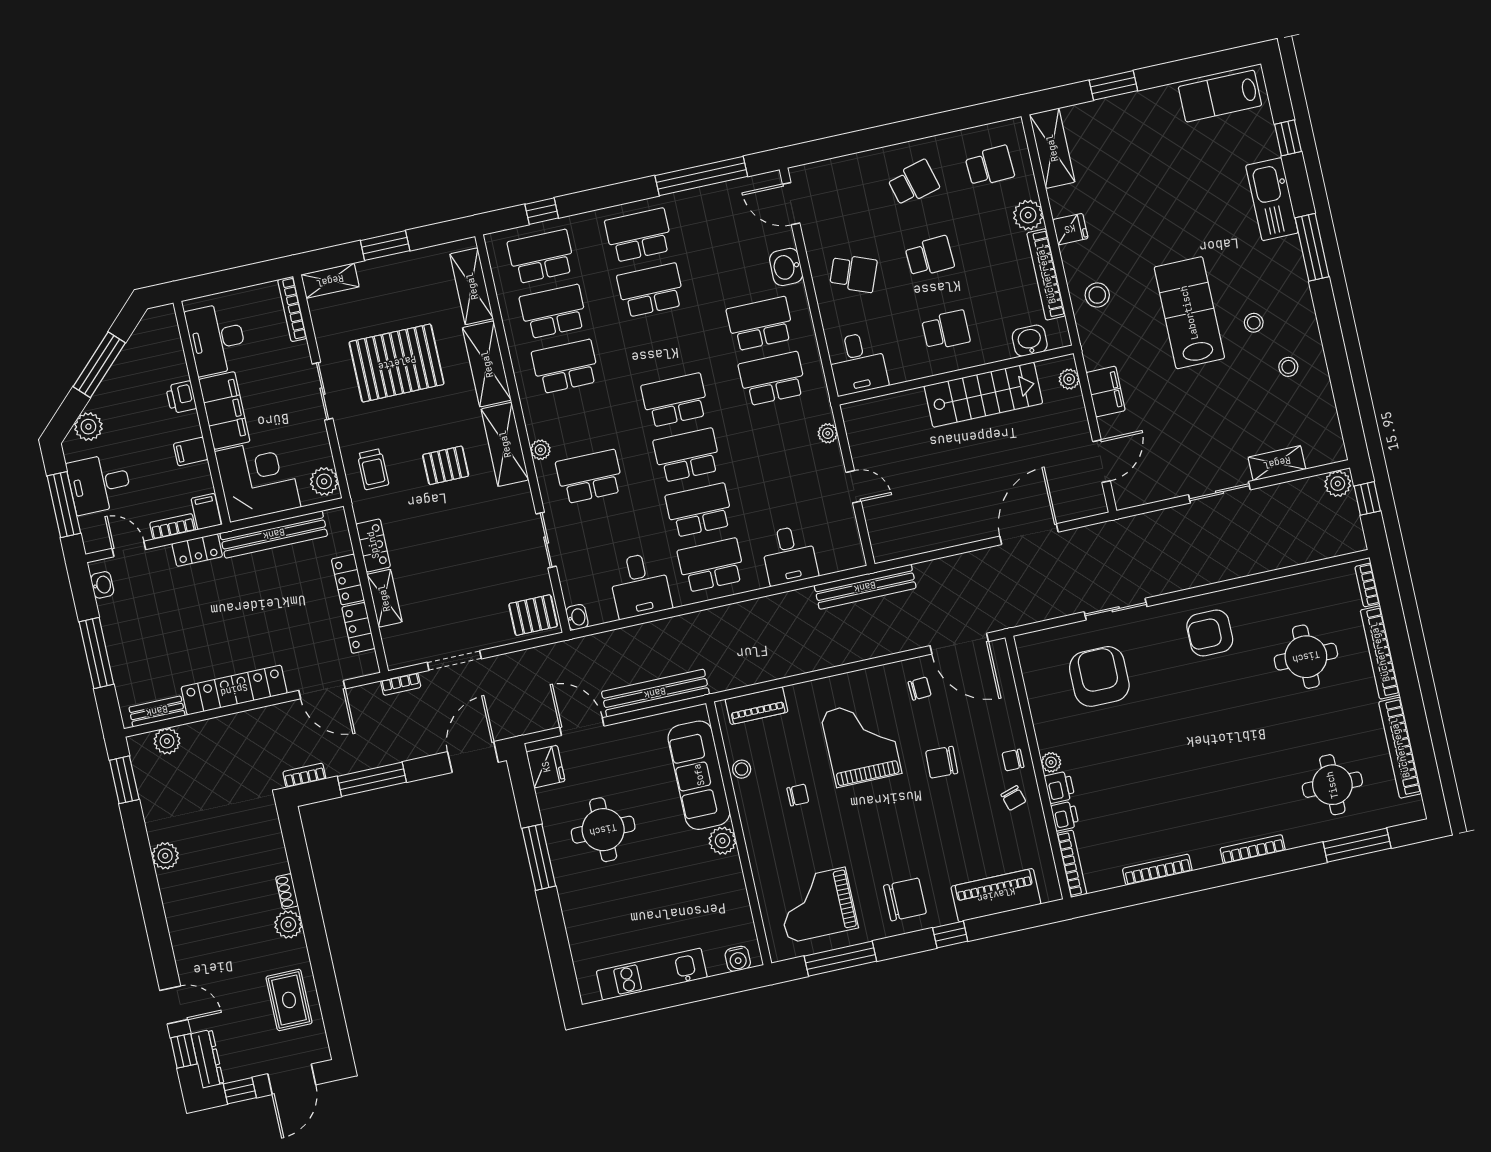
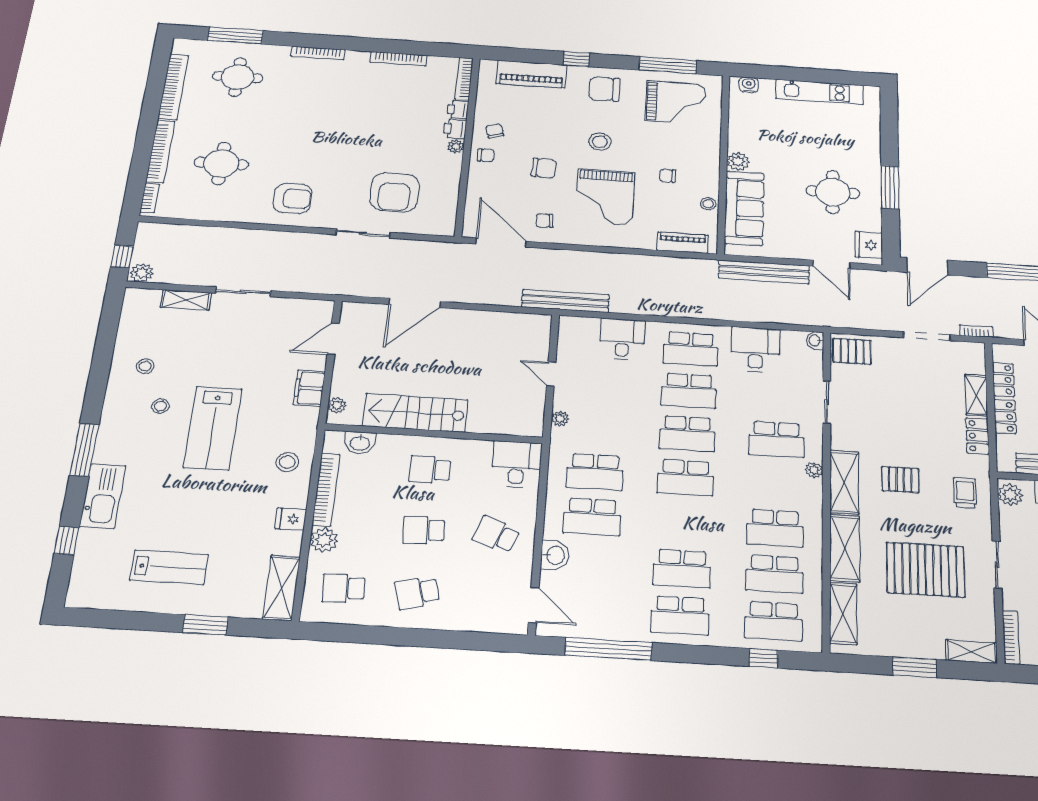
lab bench: (1220, 96) -> (169, 567), moved
stool: (889, 820) -> (600, 142), added

